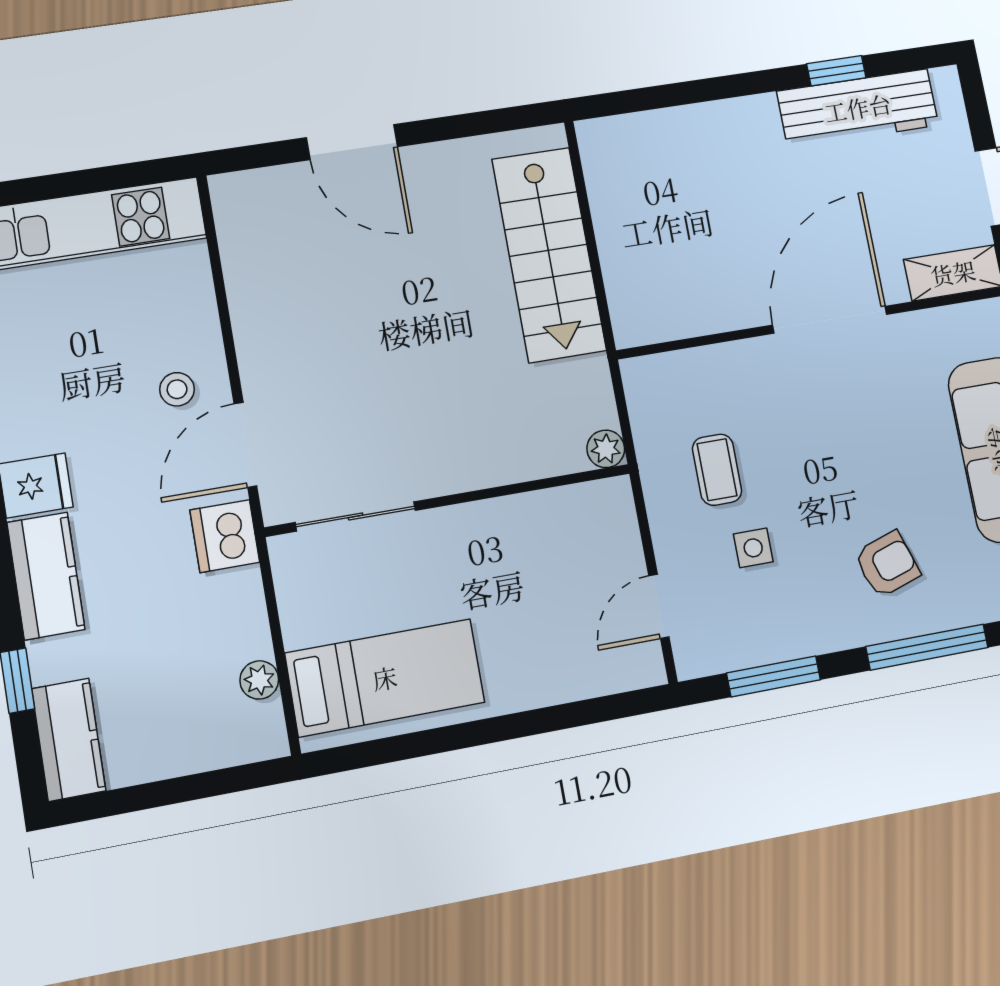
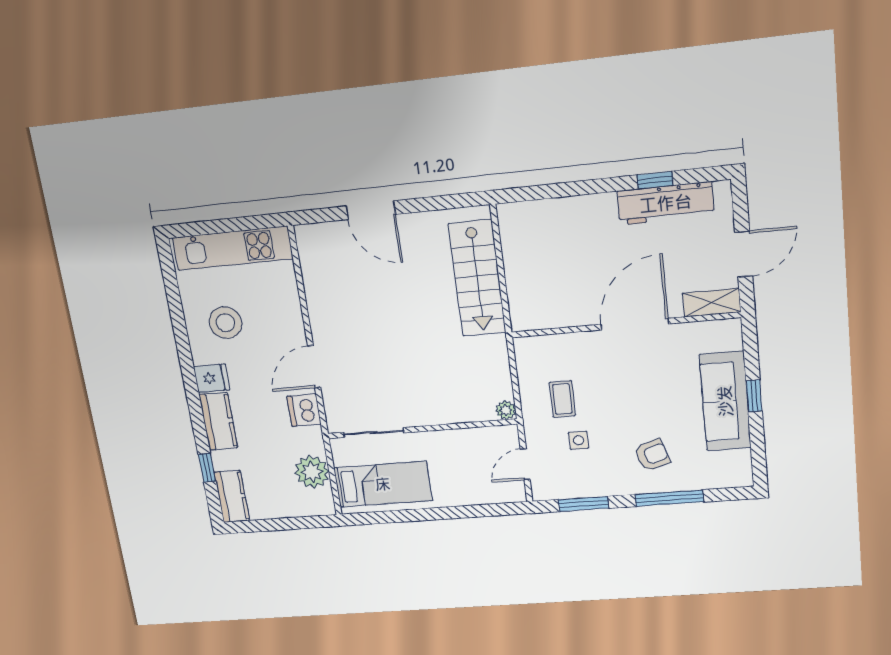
stool: (177, 389) -> (225, 323), moved, width x1.89, depth x1.89
plant: (606, 449) -> (506, 410), moved
wall: (449, 500) -> (422, 429), moved
sliding door: (356, 516) -> (374, 433), moved
plant: (259, 680) -> (312, 472), width x1.88, depth x1.88

